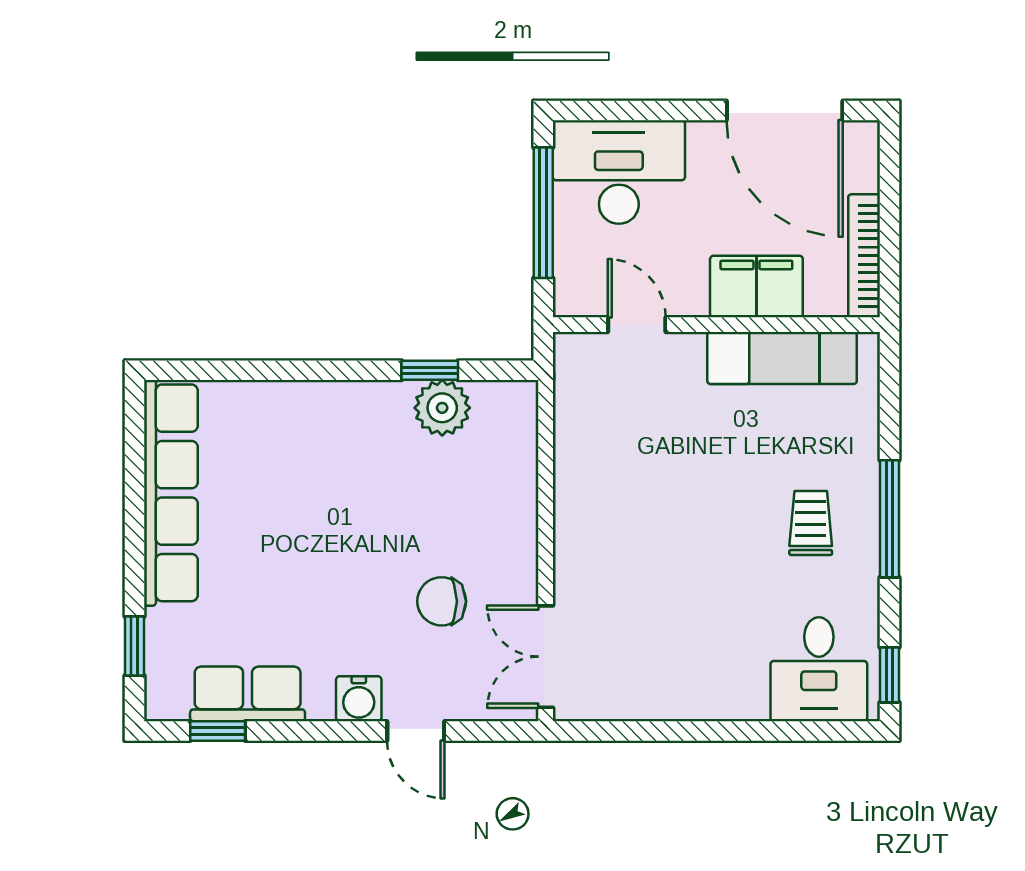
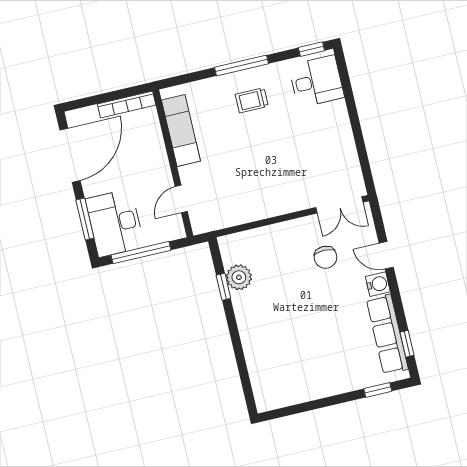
window: (642, 111) -> (85, 219), added
filing cabinet: (756, 287) -> (152, 149), removed
row of seats: (171, 493) -> (305, 390), removed
row of seats: (248, 694) -> (387, 334), width x1.48
door: (416, 731) -> (386, 255), swing flipped

